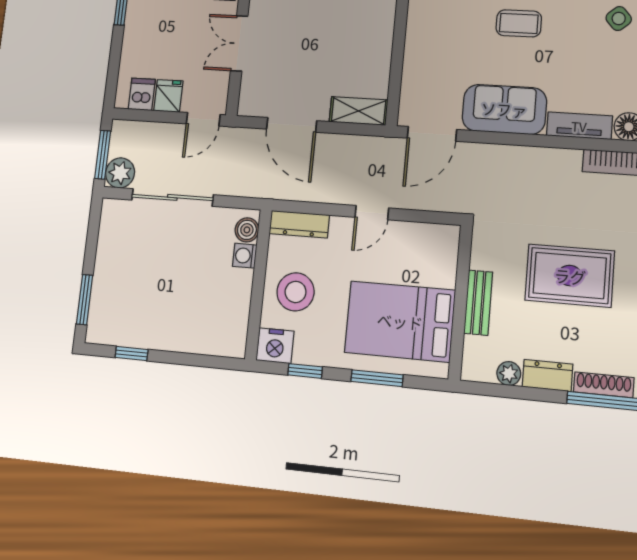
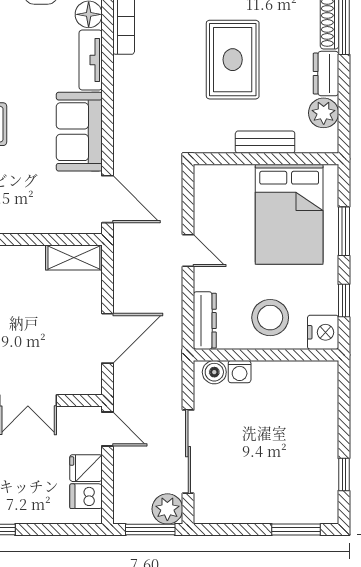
shelving: (358, 111) -> (74, 257), moved, turned 90
plant: (509, 374) -> (324, 113), width x1.38, depth x1.38

